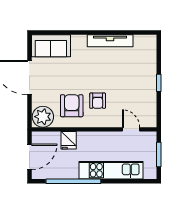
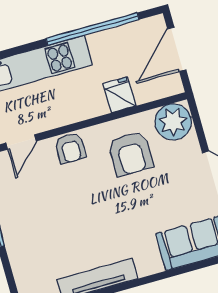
armchair: (98, 101) -> (70, 148), moved, turned 180
door: (131, 129) -> (21, 142), hinge flipped

